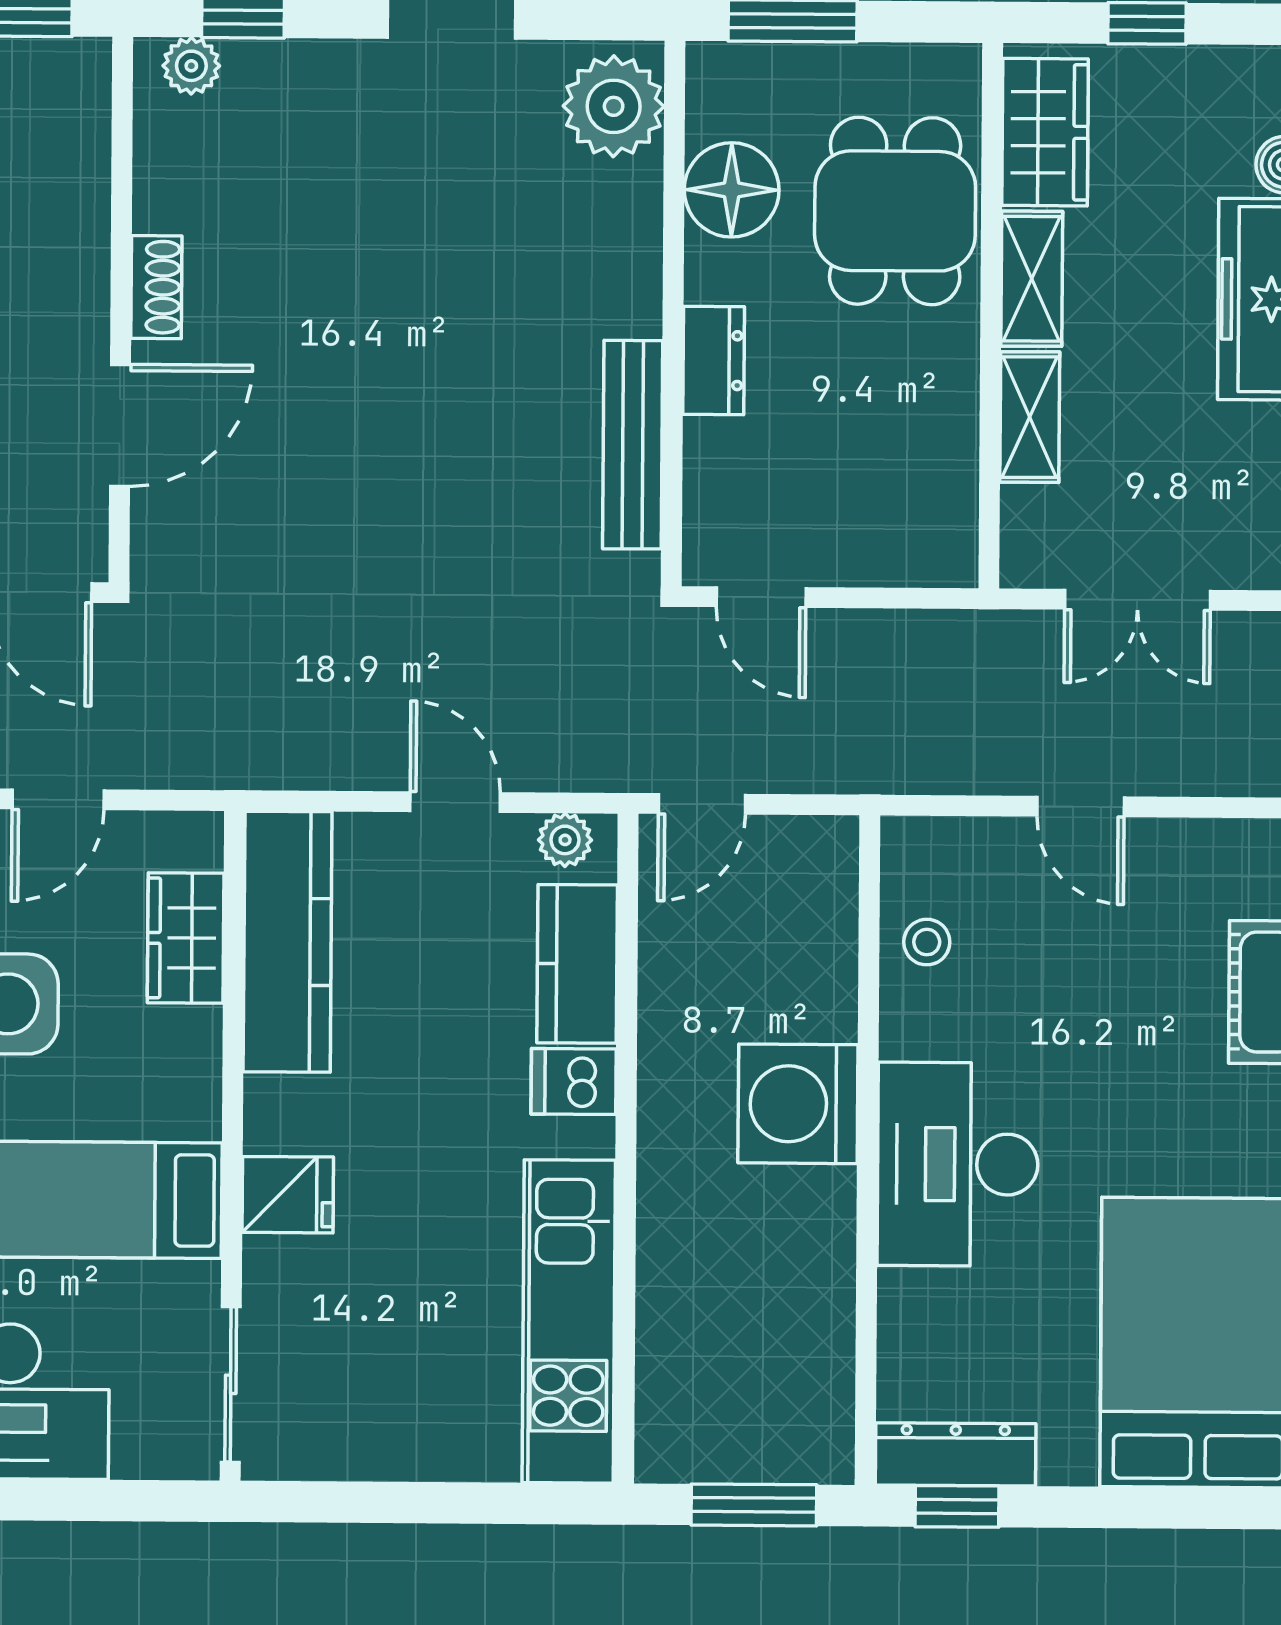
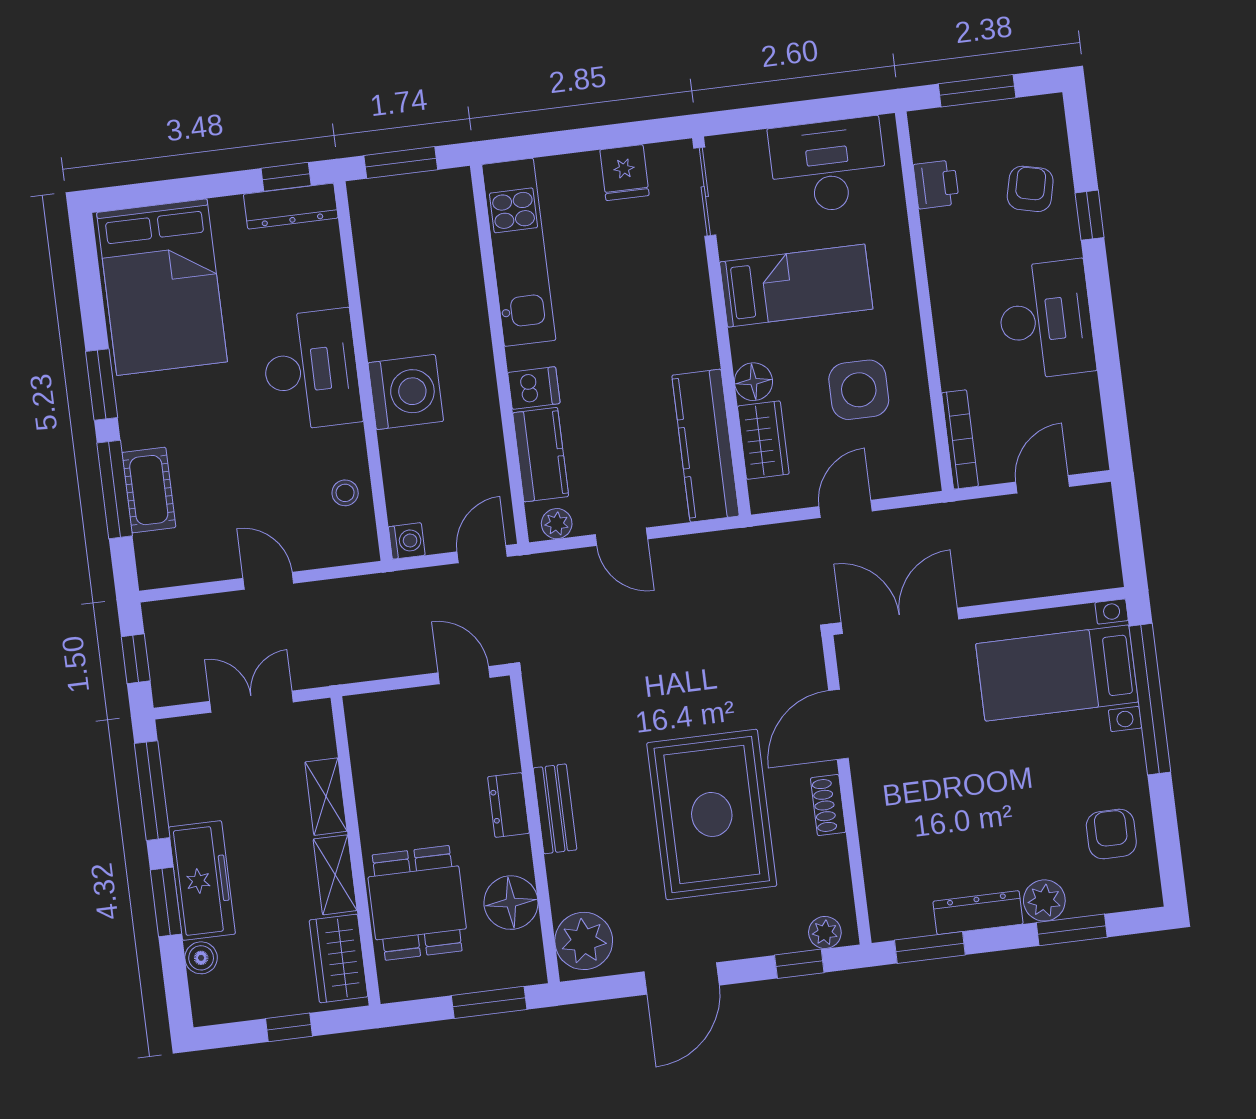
rug: (361, 297) -> (712, 814), added
bench: (633, 445) -> (555, 809), moved, width x0.73
washing machine: (830, 844) -> (407, 541), added
floor lamp: (189, 1042) -> (754, 382), added
fridge: (288, 1195) -> (624, 173), moved, turned -90

